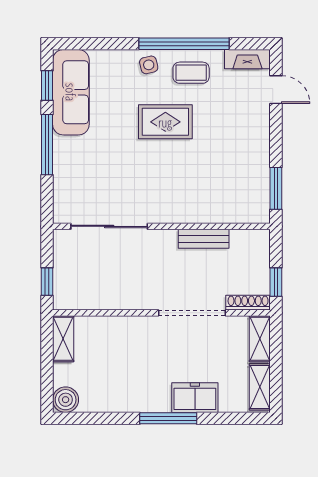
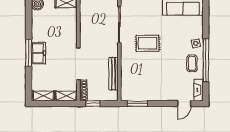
rug: (165, 122) -> (148, 43), moved, turned 90
bench: (204, 239) -> (114, 74), width x1.36
freezer: (195, 398) -> (38, 53), moved

